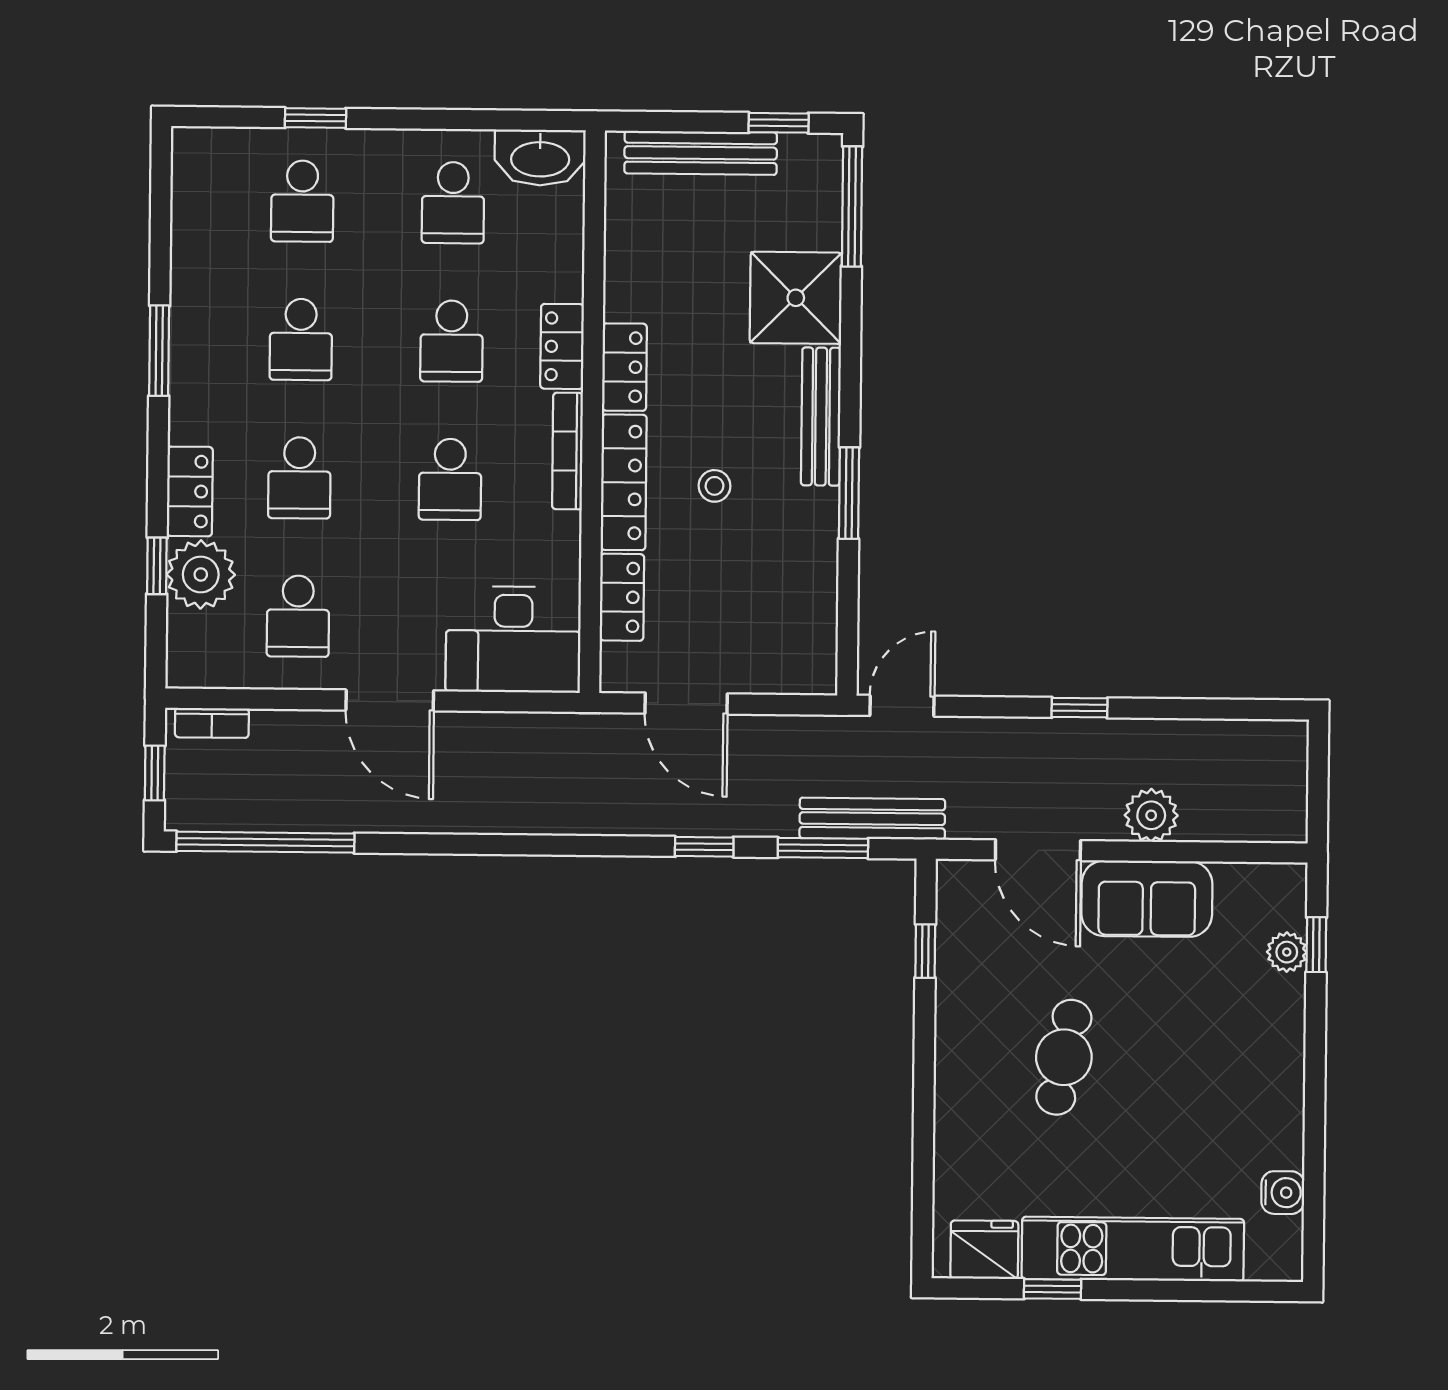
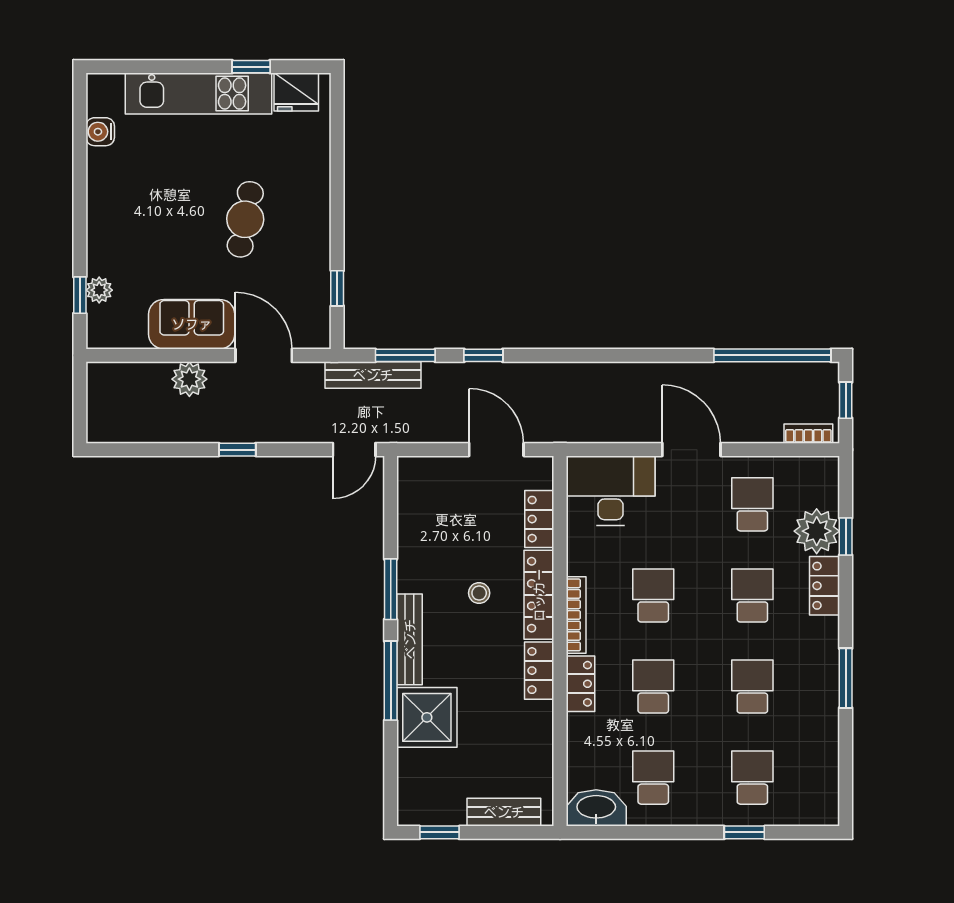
bench: (701, 153) -> (504, 812), width x0.73
window: (852, 206) -> (391, 681), moved

